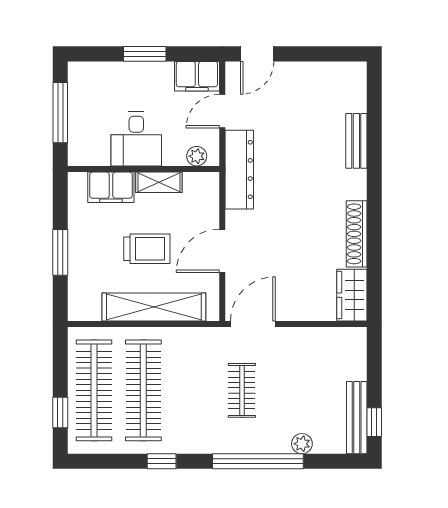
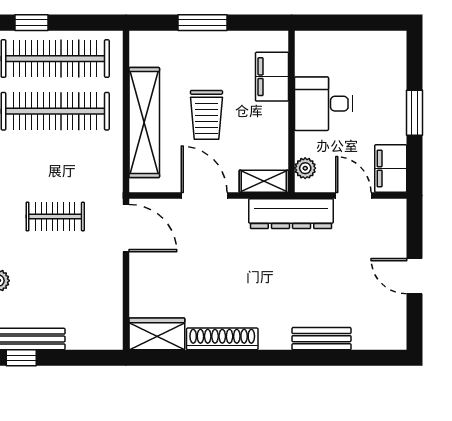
door: (257, 54) -> (414, 276), moved
window: (60, 113) -> (352, 23), removed
shelving: (159, 182) -> (264, 181), moved, turned 90

